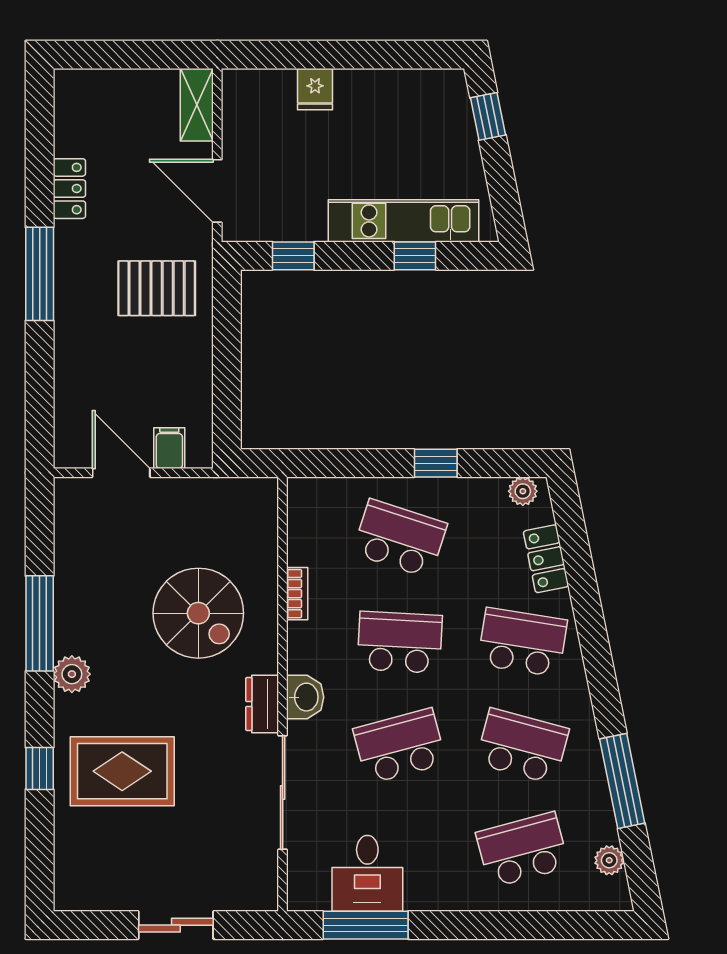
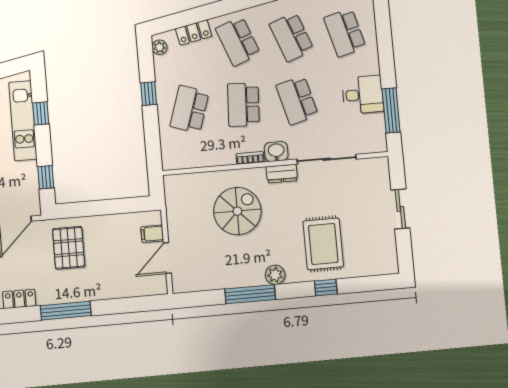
bookcase: (297, 594) -> (250, 158), moved
school desk: (522, 642) -> (238, 41), turned -30
school desk: (522, 746) -> (291, 37), turned -36
desk: (367, 873) -> (363, 95), moved

